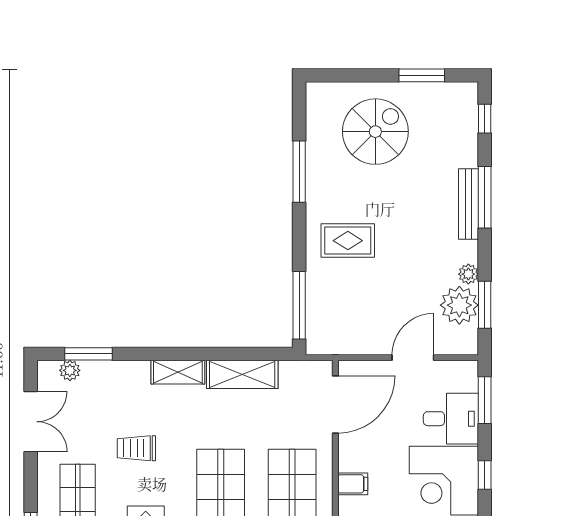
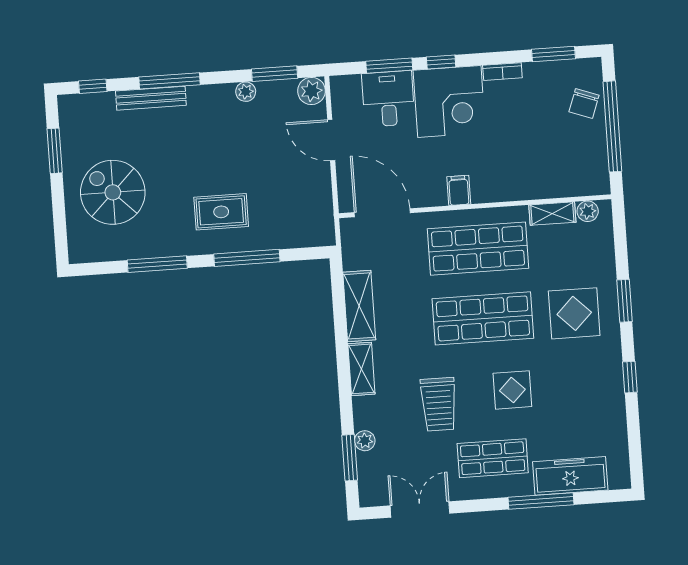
bench: (469, 204) -> (151, 98), moved
rug: (348, 241) -> (221, 212), turned 90
window: (299, 305) -> (247, 258), moved
plant: (459, 305) -> (311, 91), moved, width x0.73, depth x0.73
plant: (70, 370) -> (365, 441), moved
window: (485, 400) -> (389, 66), moved
trolley: (136, 448) -> (439, 404), width x1.36, depth x1.39

